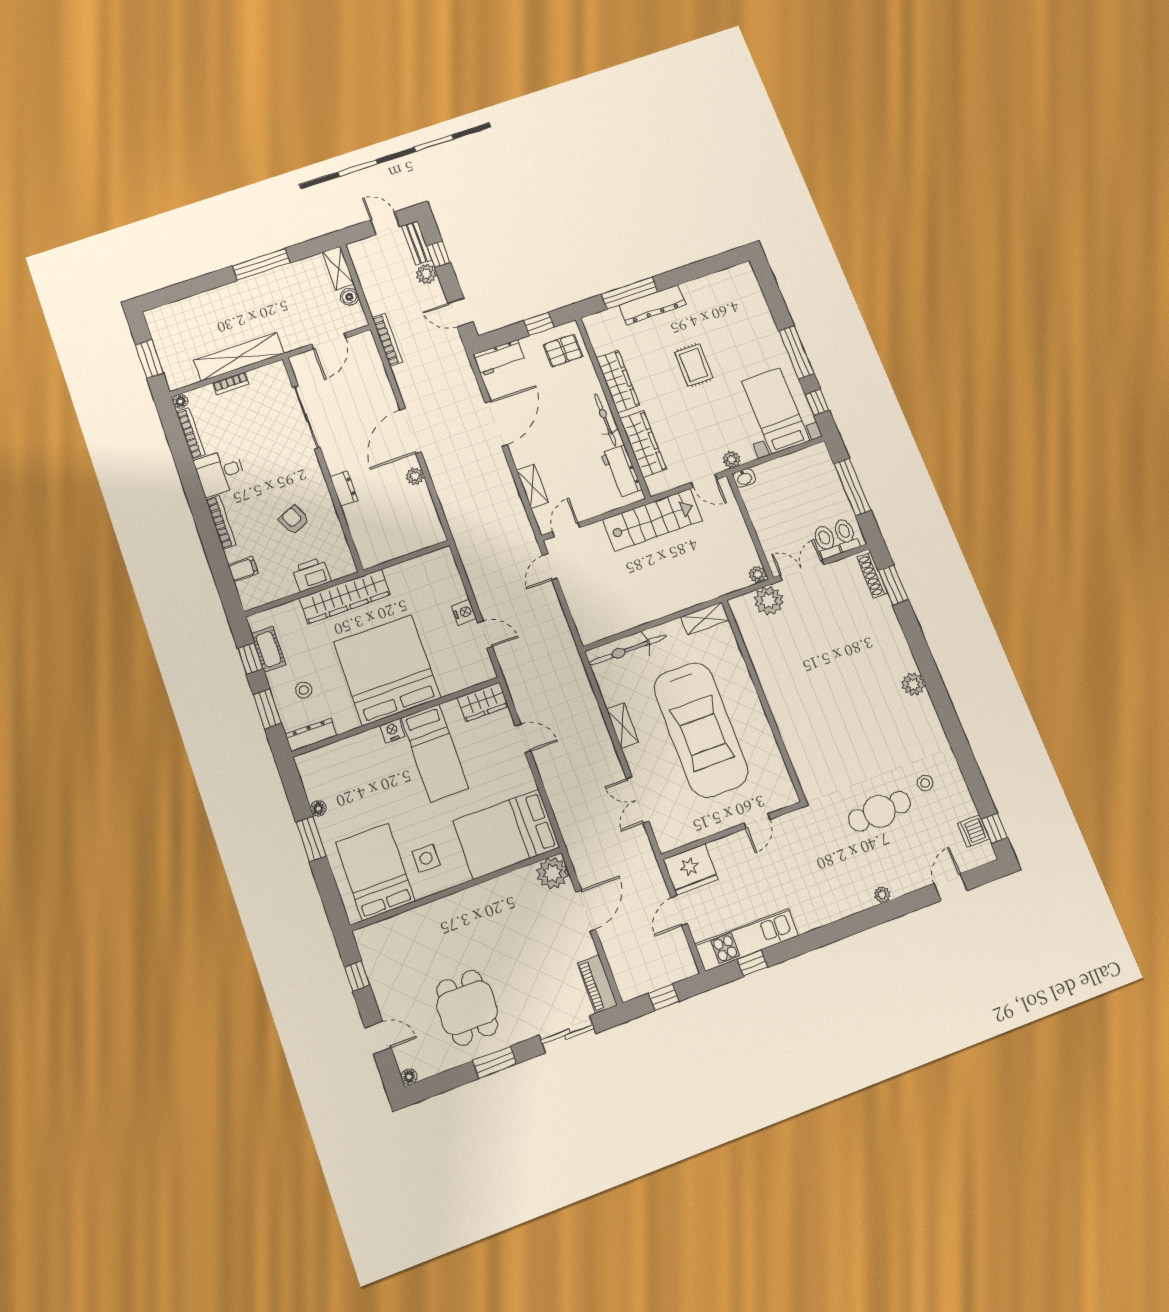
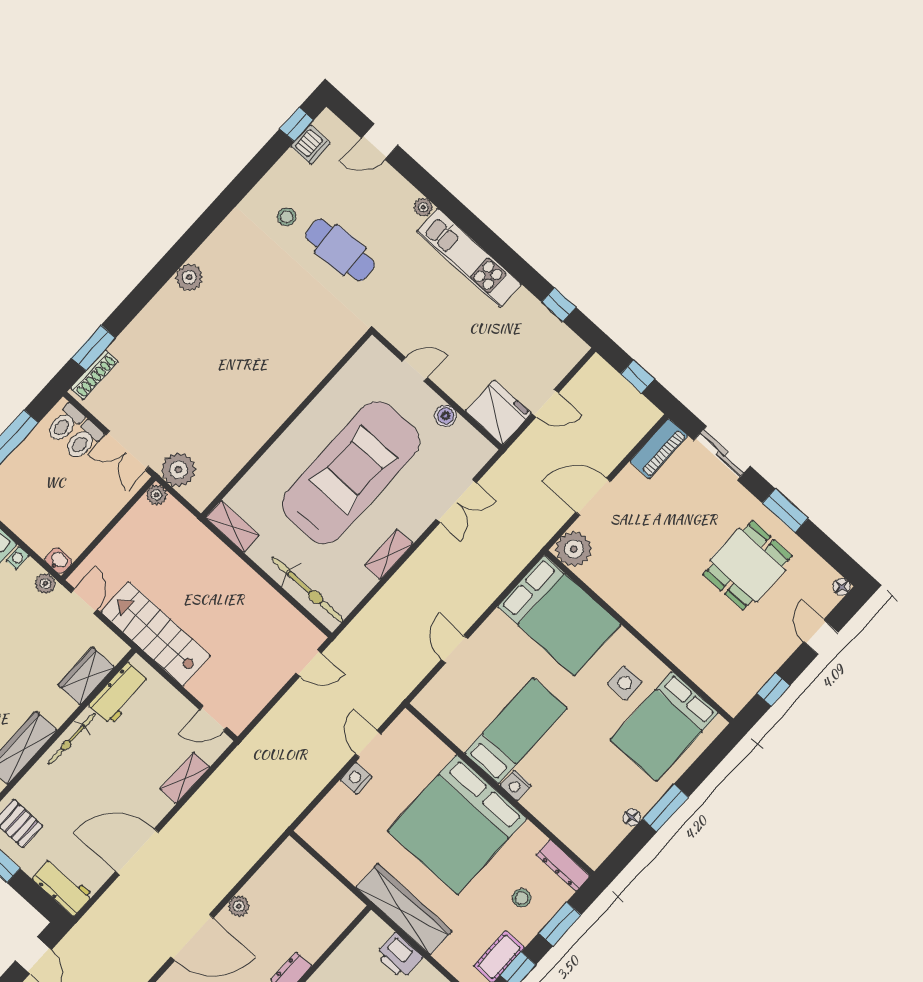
wardrobe: (643, 444) -> (86, 676), width x0.67
door: (550, 567) -> (309, 663), moved
wardrobe: (483, 702) -> (439, 710), removed
boiler: (709, 826) -> (446, 416), added
kitchen unit: (747, 940) -> (469, 258), moved

